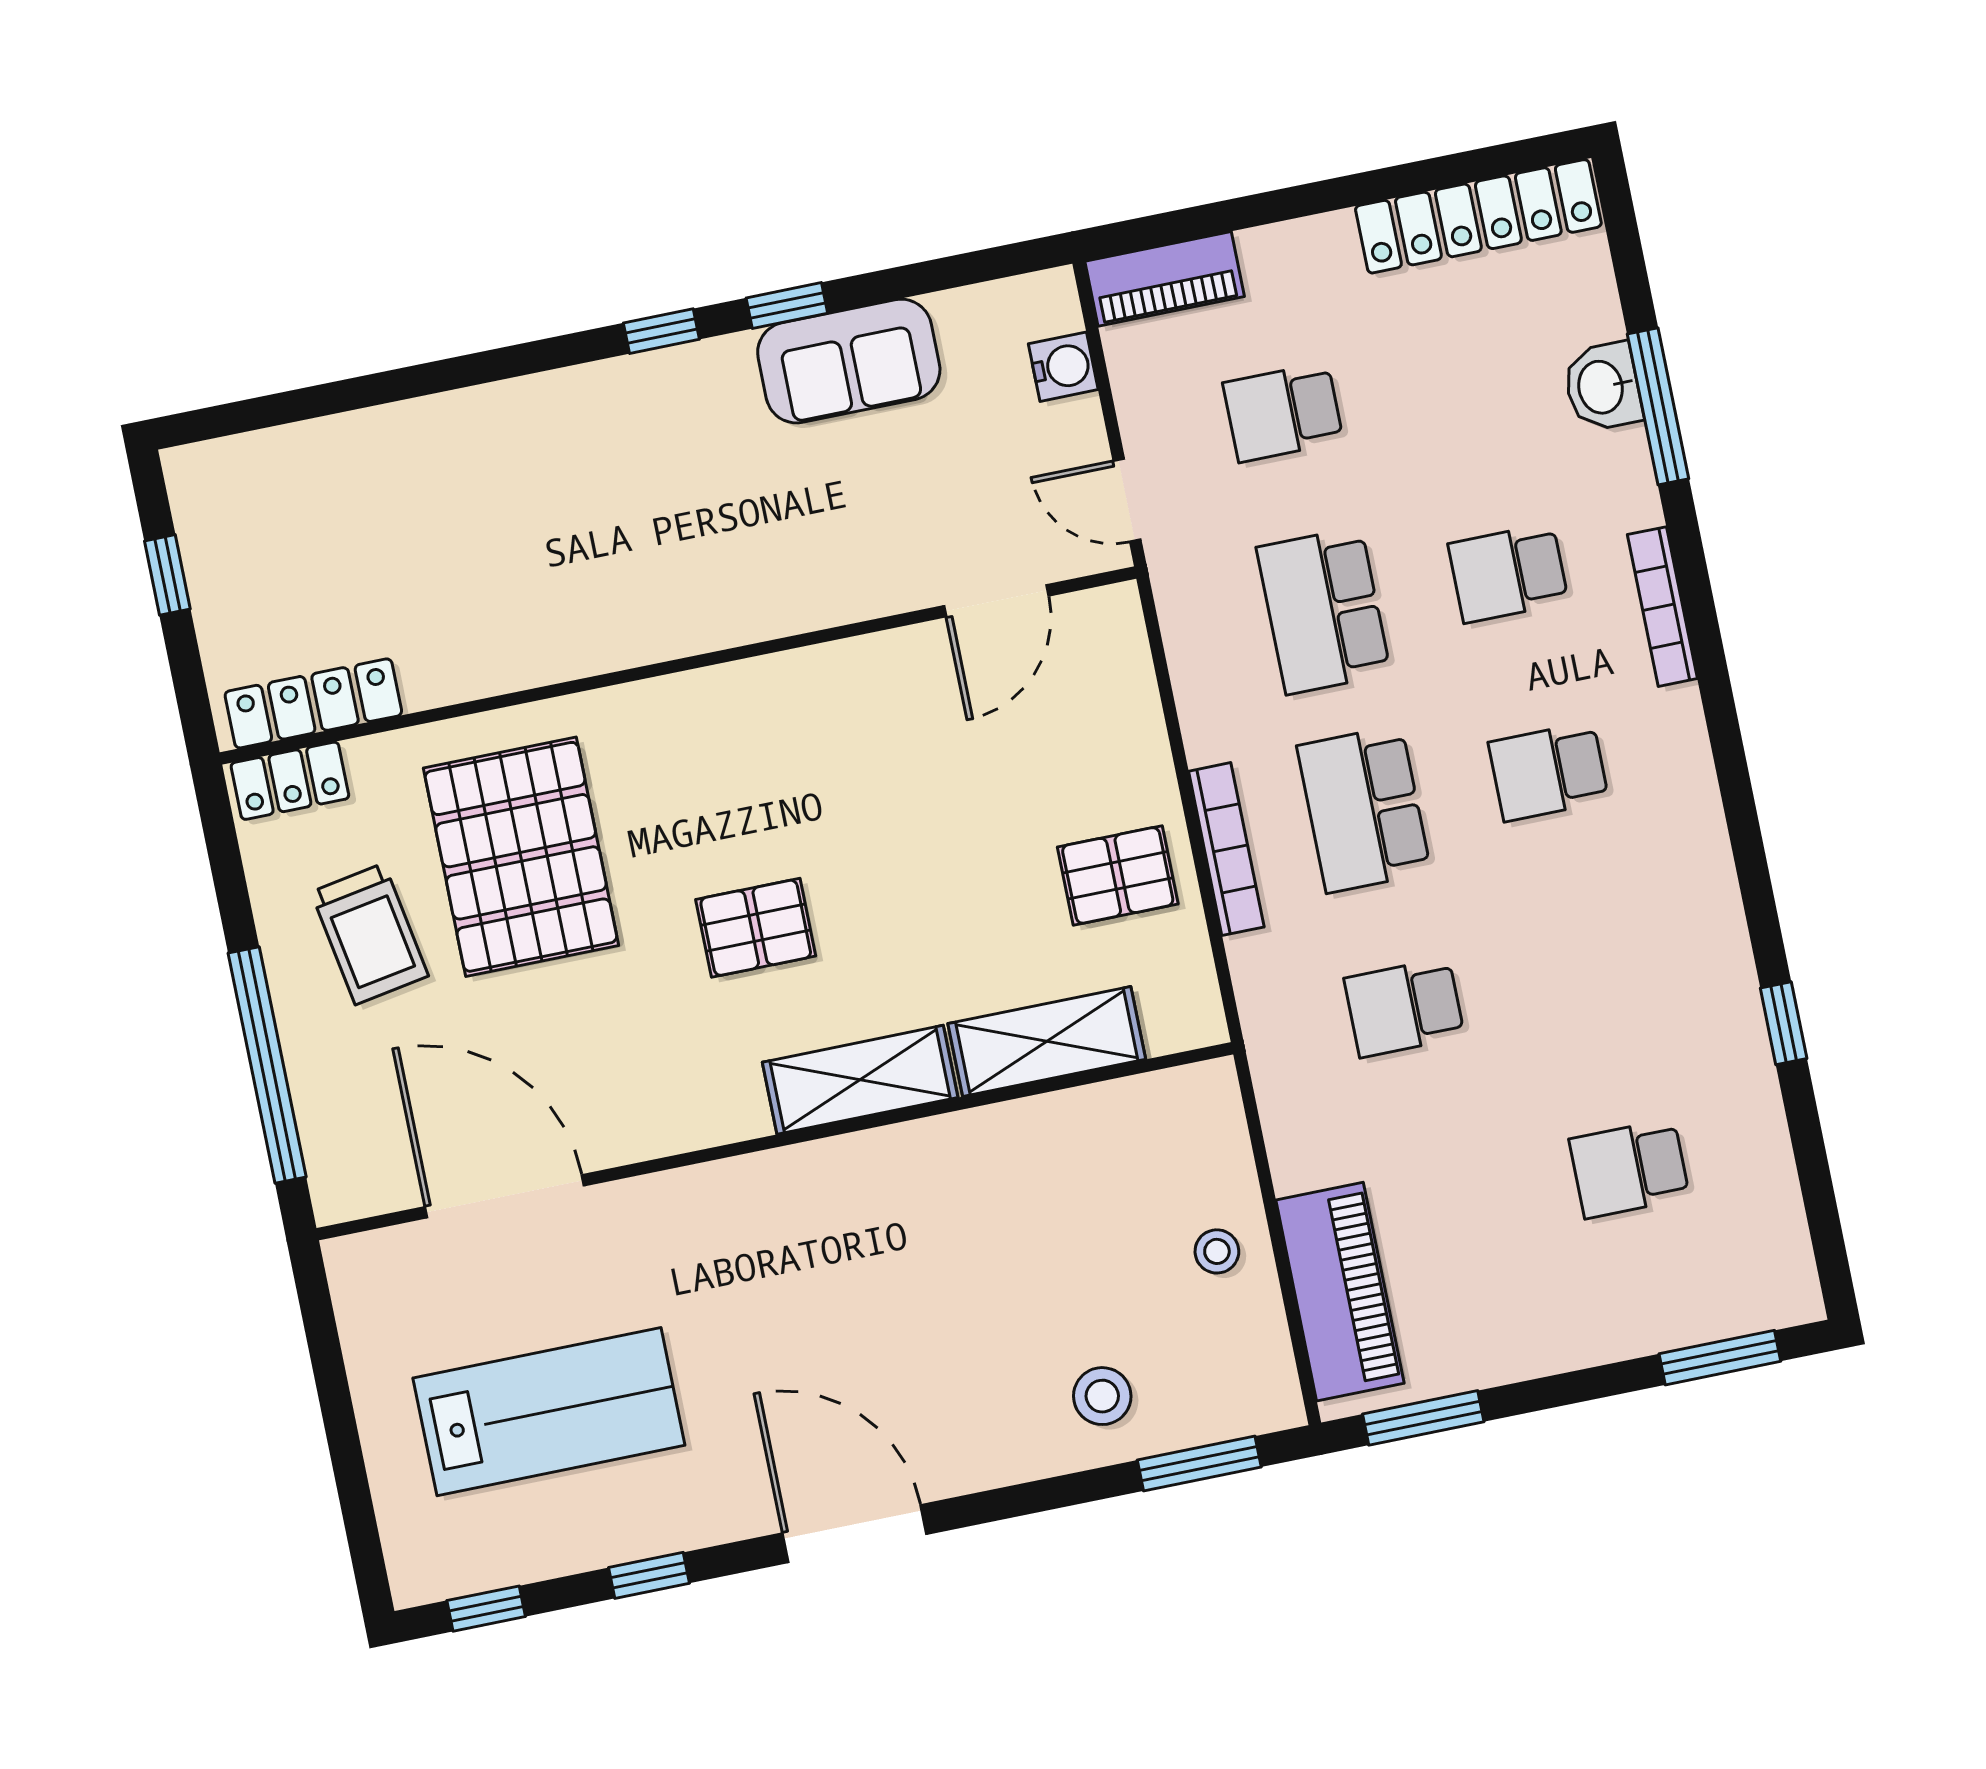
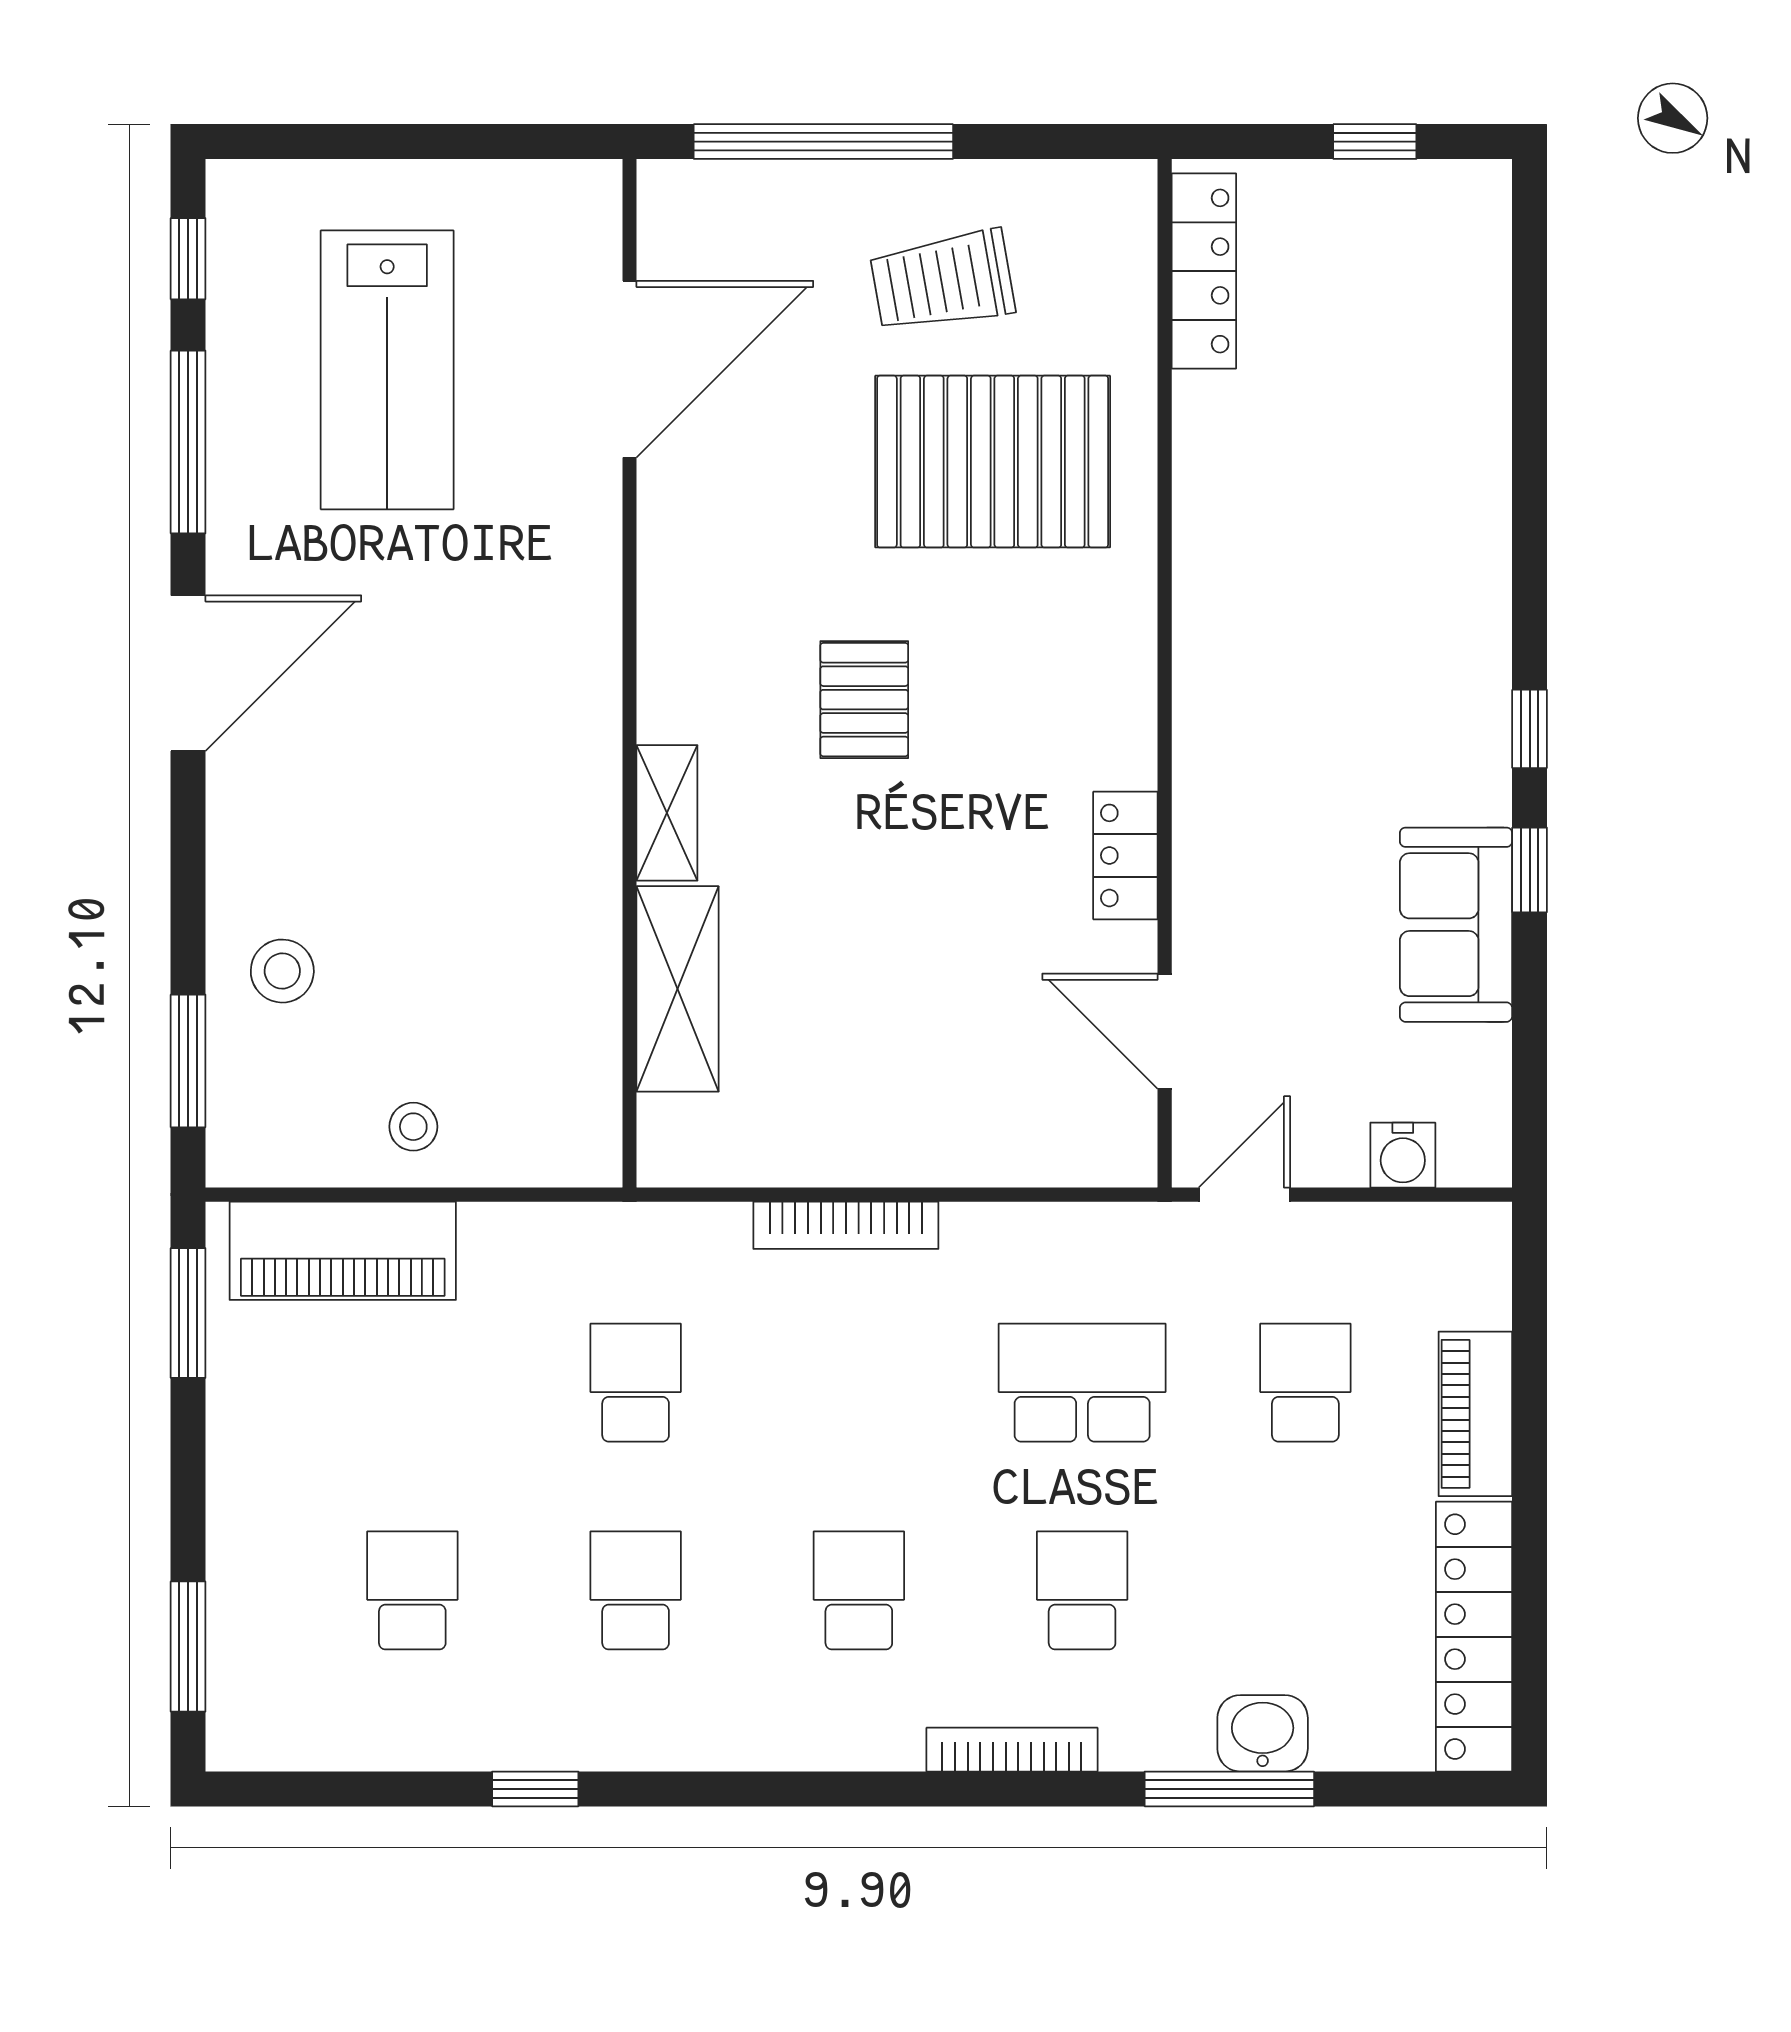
piano: (1165, 279) -> (1475, 1414), moved
locker: (290, 781) -> (1125, 855), moved
school desk: (1364, 809) -> (636, 1590), moved, width x0.54
pallet: (1118, 875) -> (841, 1102), removed
shelving: (860, 1080) -> (667, 813), width x0.67, depth x0.75
window: (649, 1575) -> (188, 442), width x2.17

